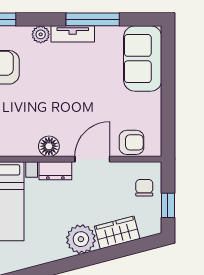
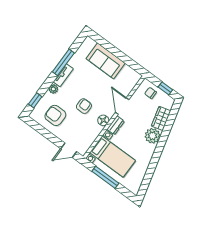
sofa: (143, 59) -> (106, 61), moved
armchair: (131, 142) -> (84, 106), moved

